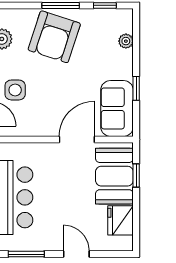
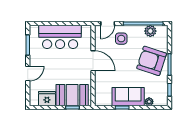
sofa: (117, 108) -> (128, 97), moved
door: (77, 139) -> (93, 61), moved

